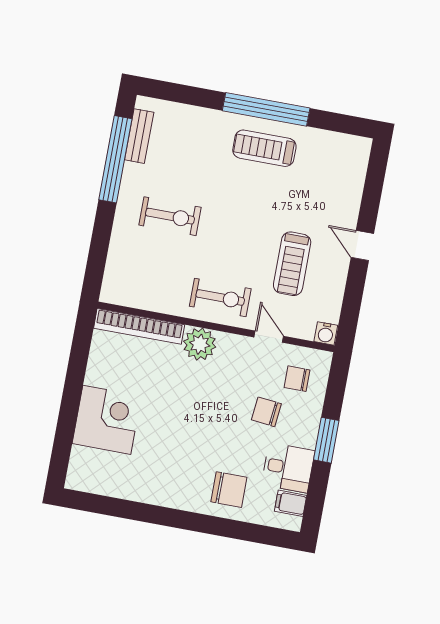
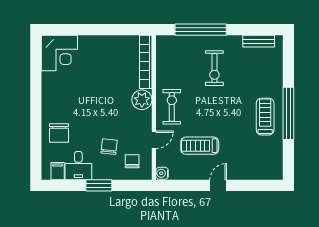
window: (115, 159) -> (201, 30), moved
exercise bike: (220, 297) -> (172, 107), turned 180
corner desk: (107, 420) -> (59, 53), moved

